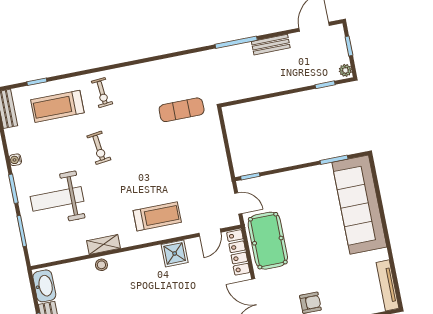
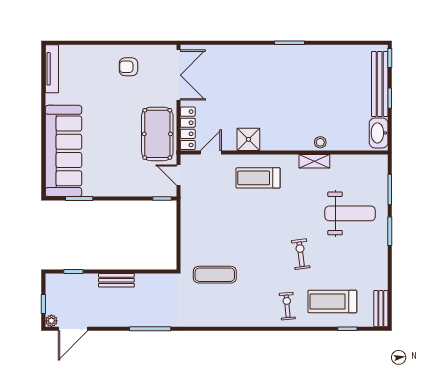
bench: (271, 45) -> (116, 280), moved
plant: (345, 70) -> (51, 321), moved
treadmill: (57, 106) -> (332, 301), turned 180
water cooler: (15, 160) -> (382, 259), removed

